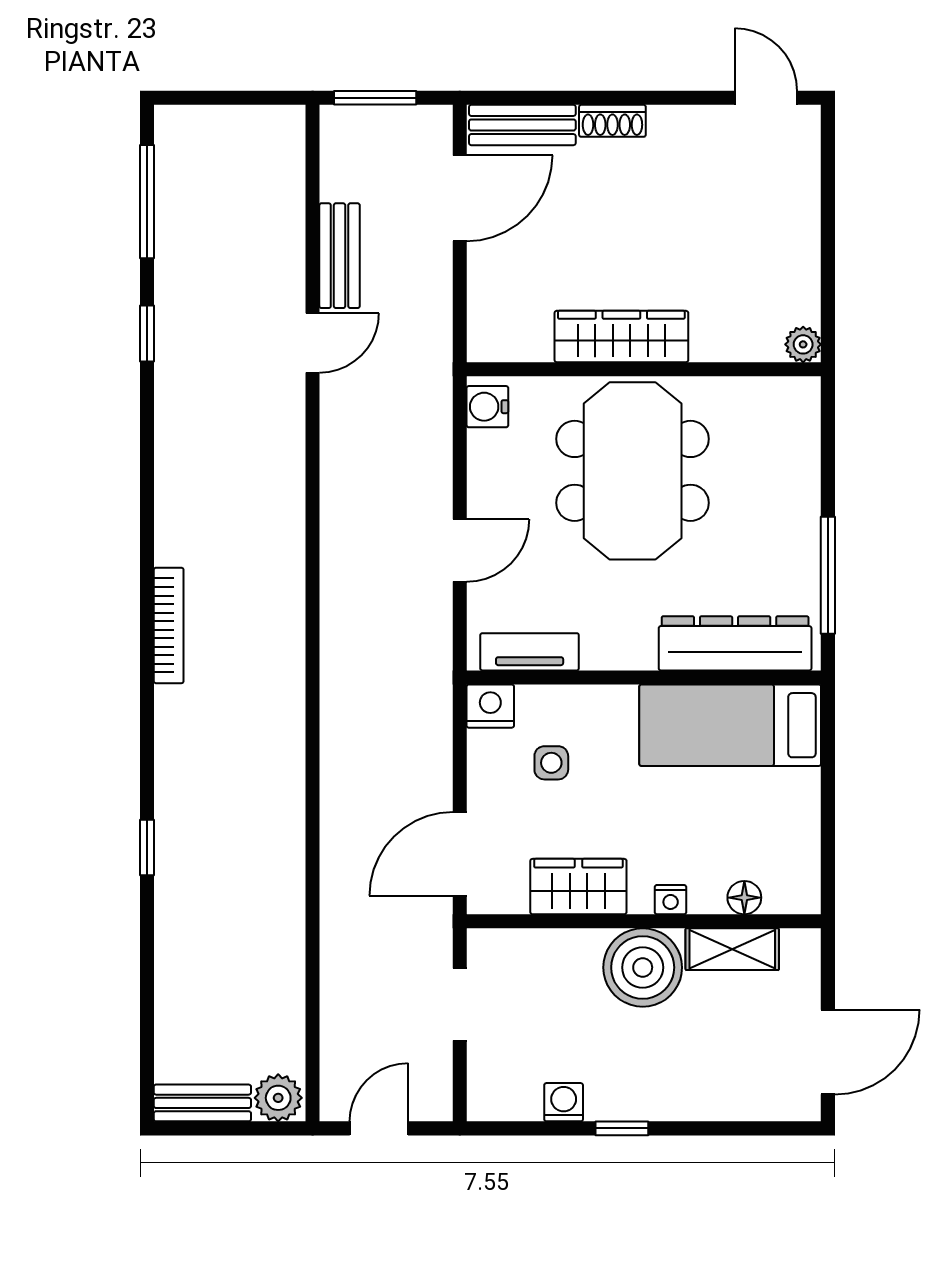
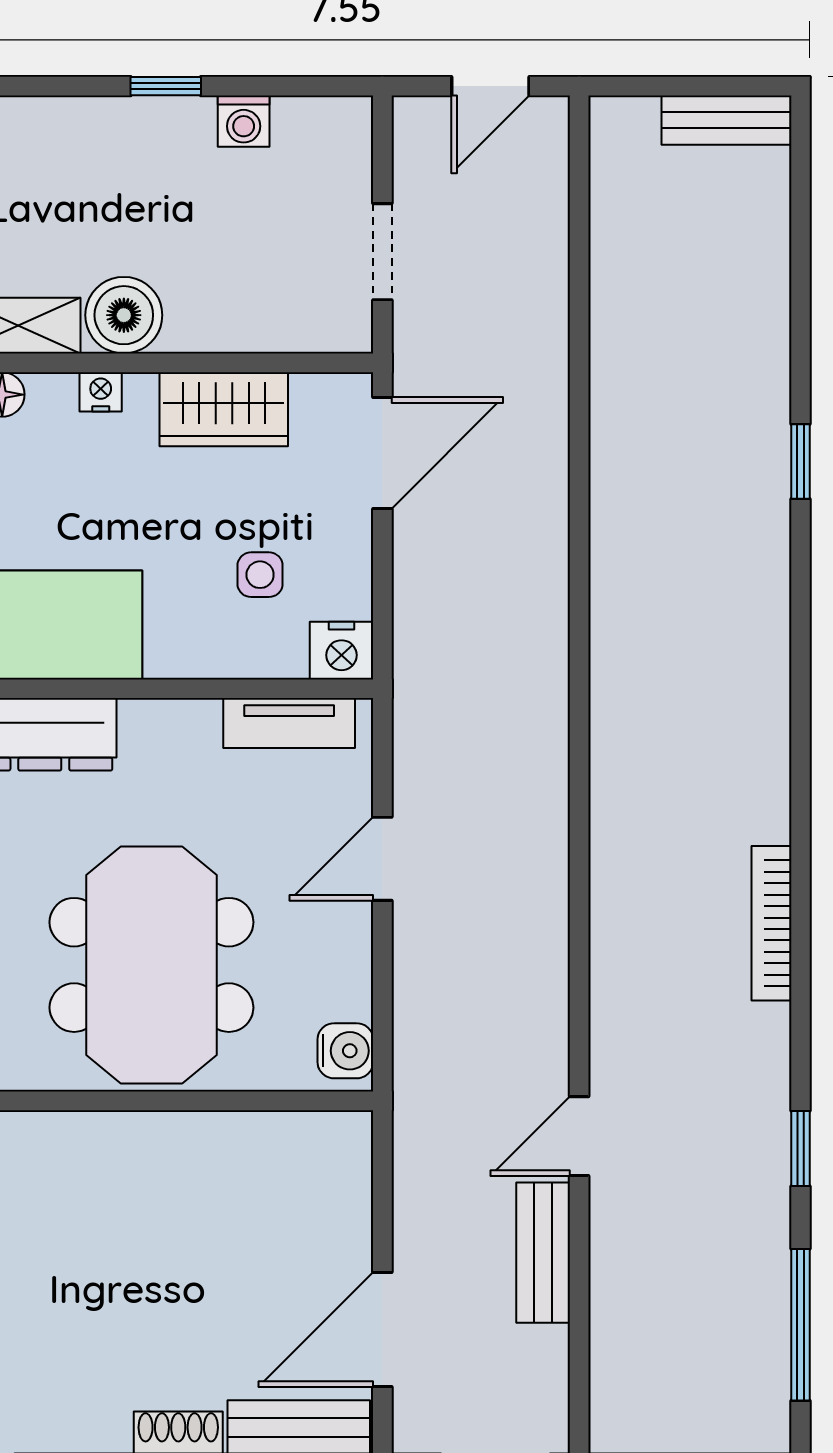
wardrobe: (621, 337) -> (166, 1145), removed
bookcase: (169, 625) -> (771, 923), moved
boiler: (643, 967) -> (124, 315), width x0.73, depth x0.73
plant: (278, 1098) -> (625, 127), removed

